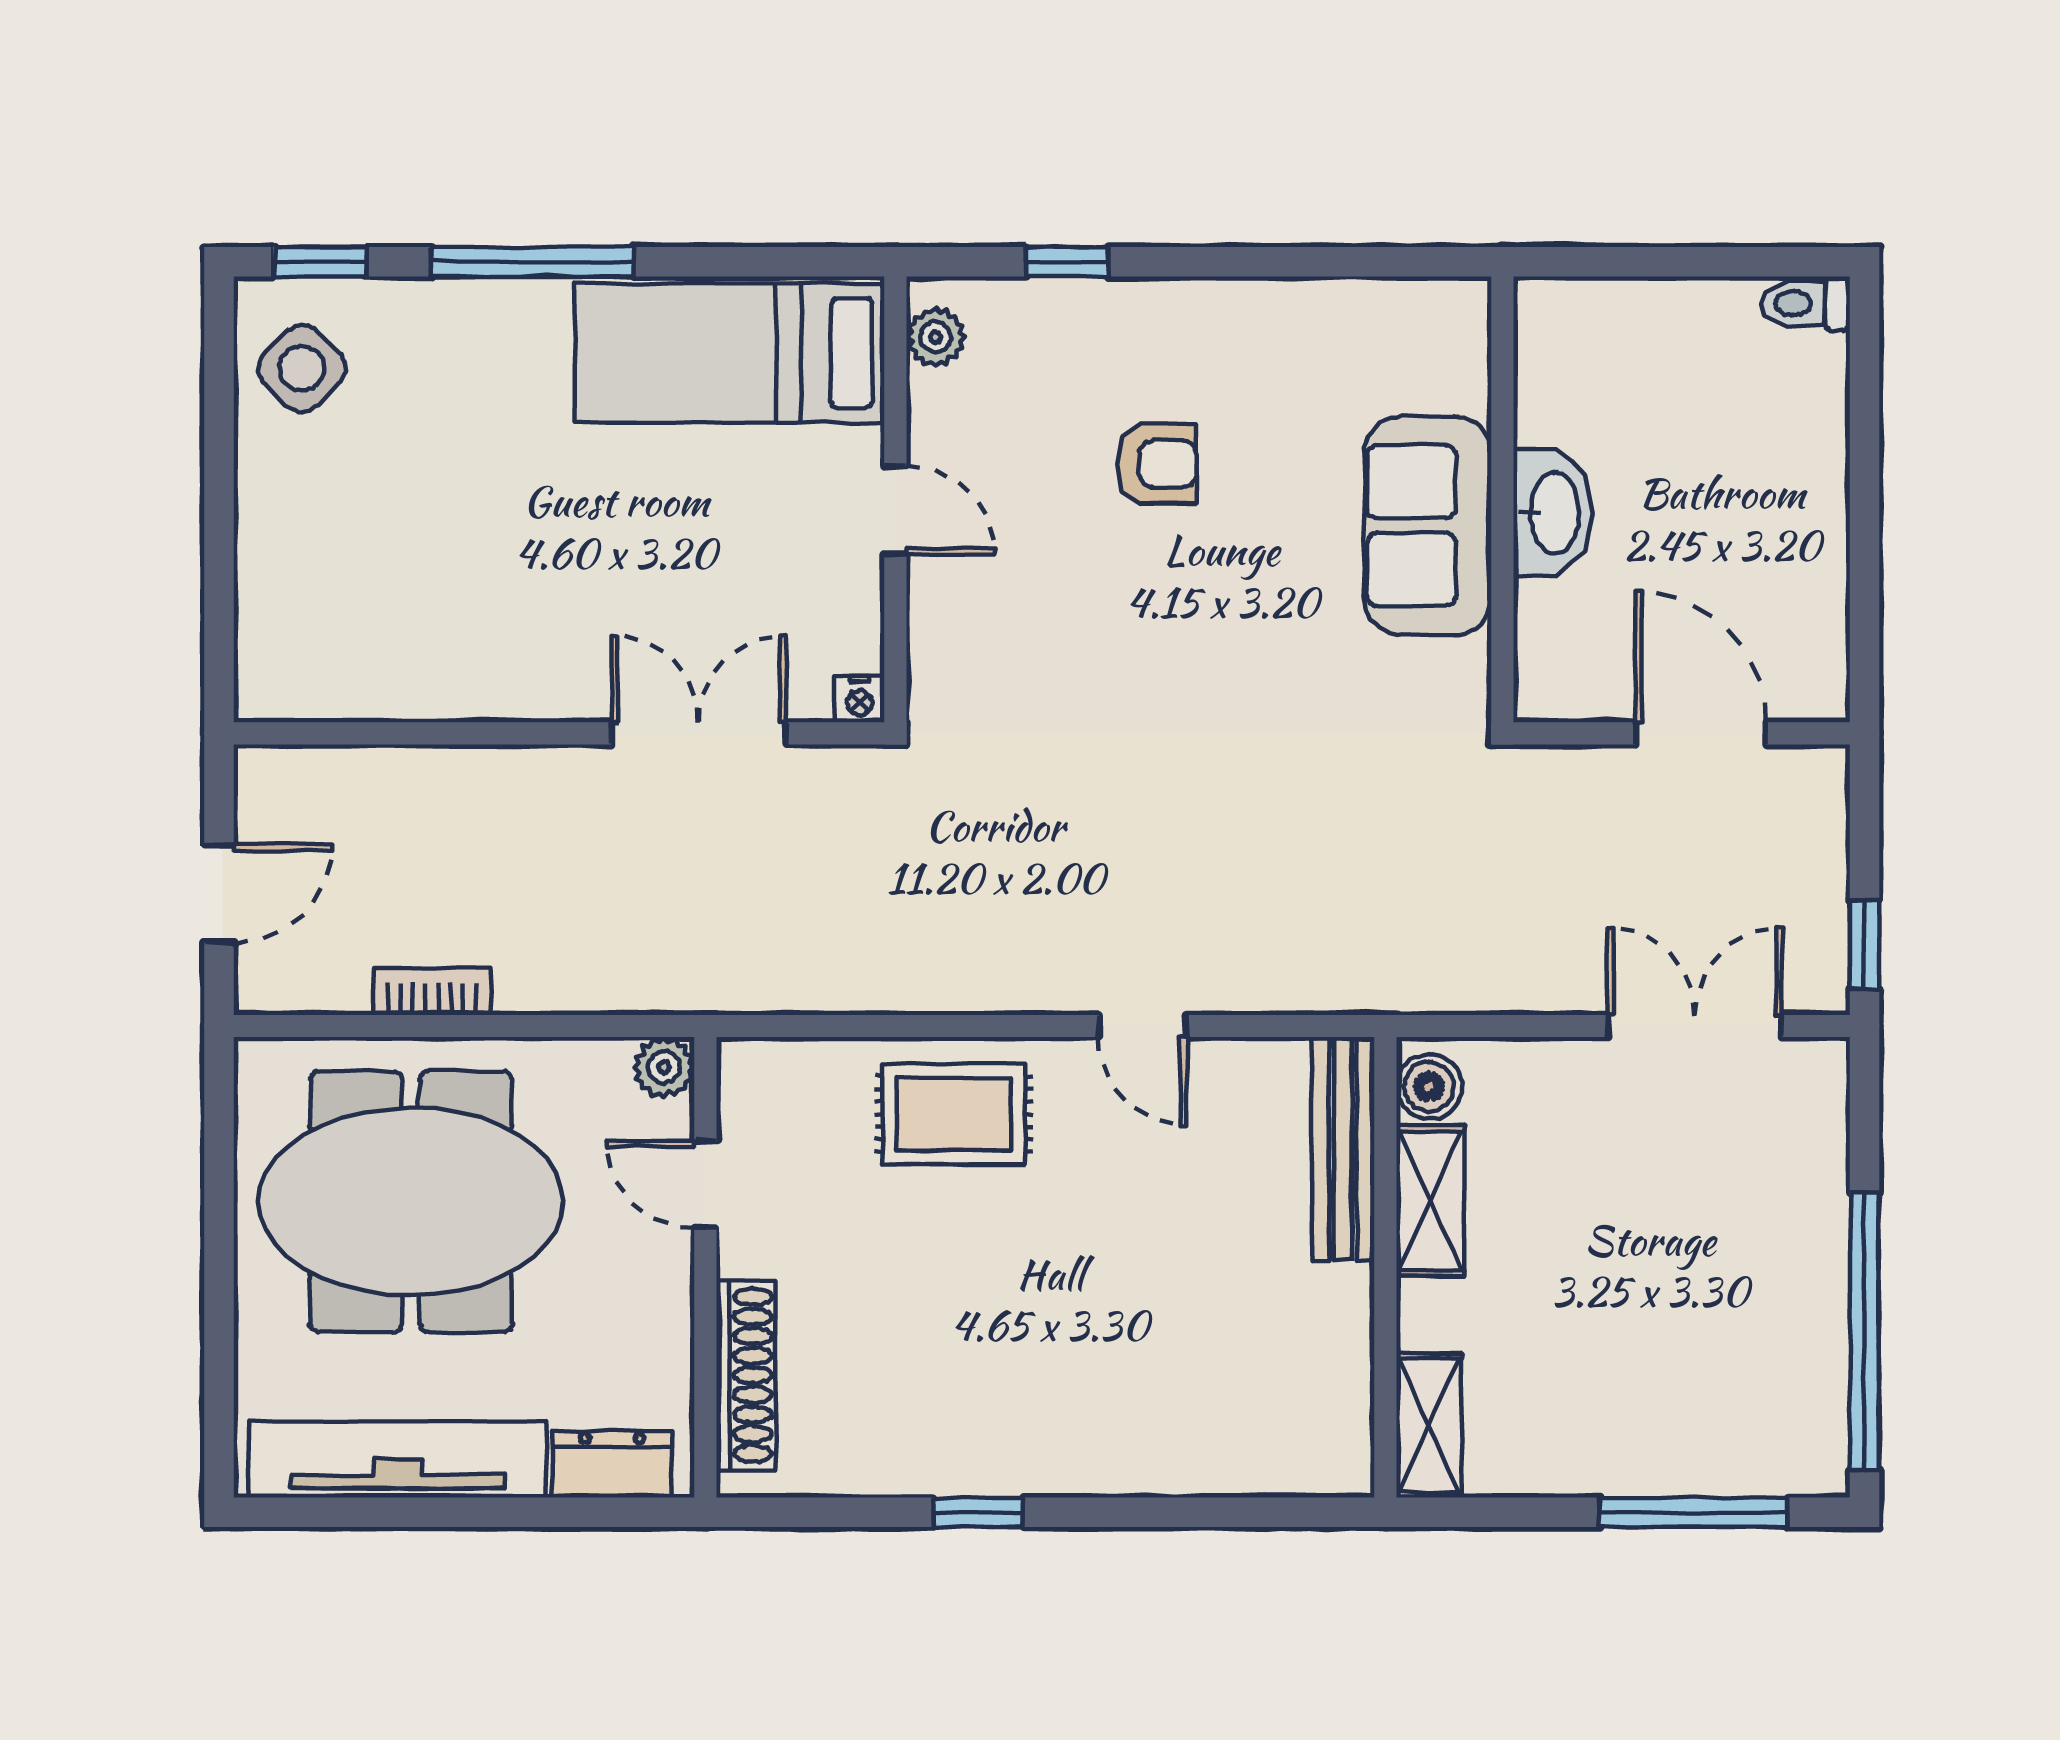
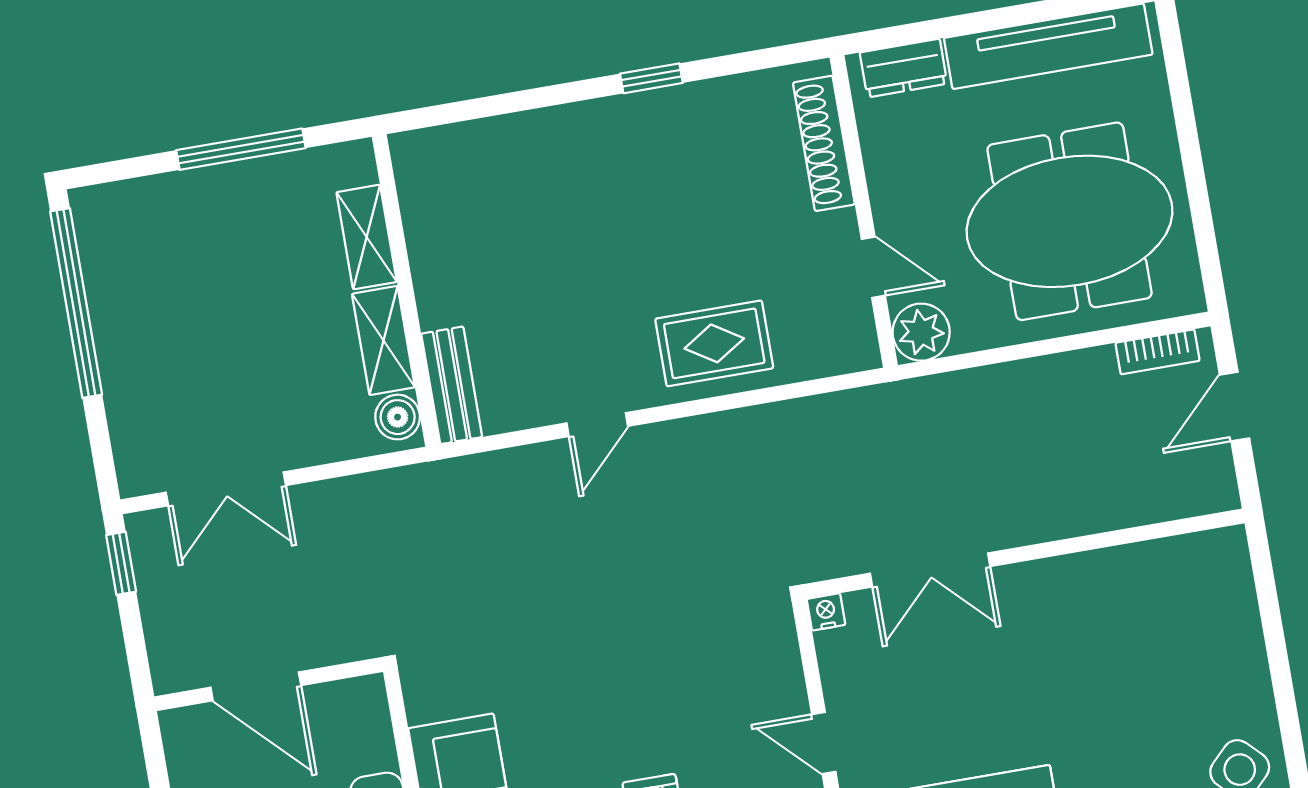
bookcase: (432, 992) -> (1157, 352), moved
door: (1143, 1026) -> (597, 425), swing flipped
plant: (664, 1067) -> (921, 332), width x1.38, depth x1.38
bench: (1343, 1149) -> (452, 385), width x0.73
shelving: (1429, 1425) -> (367, 237), moved
window: (1693, 1512) -> (241, 149), moved

